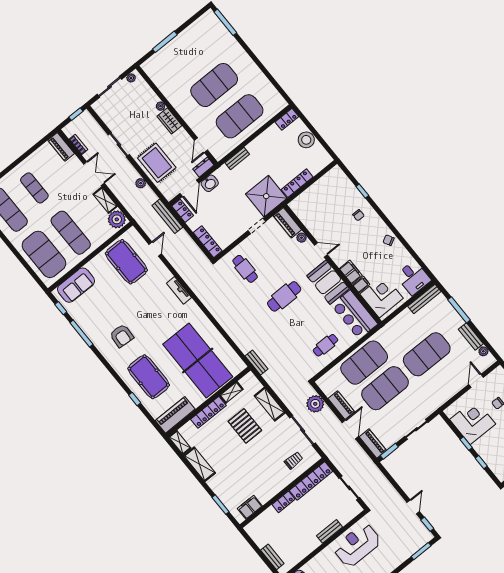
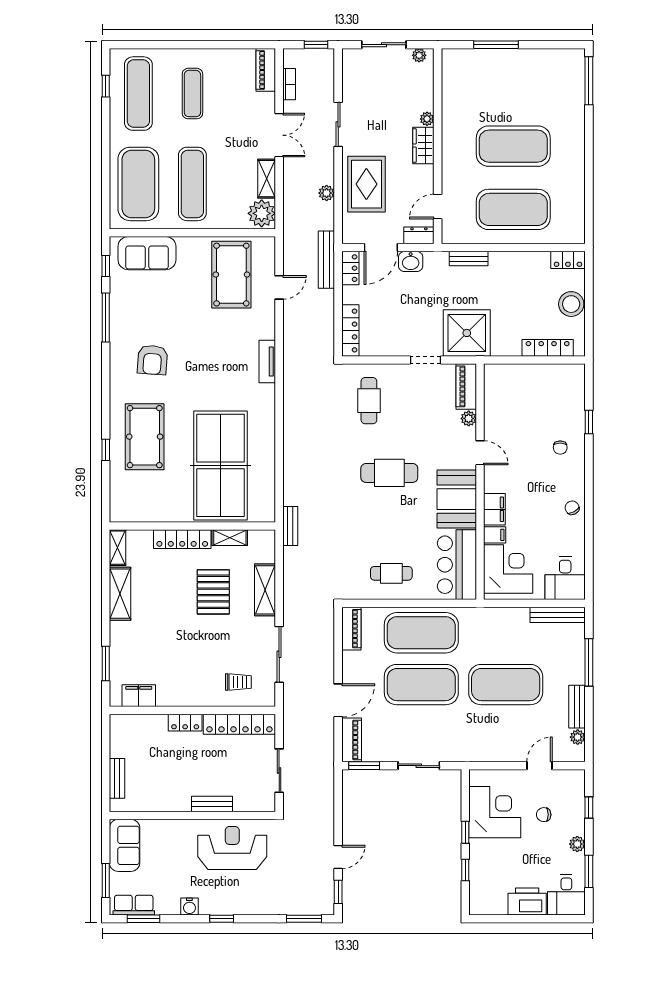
locker: (297, 183) -> (548, 348), moved
plant: (315, 404) -> (321, 635), removed
piano: (341, 405) -> (351, 629), moved
piano: (175, 415) -> (139, 509), removed

